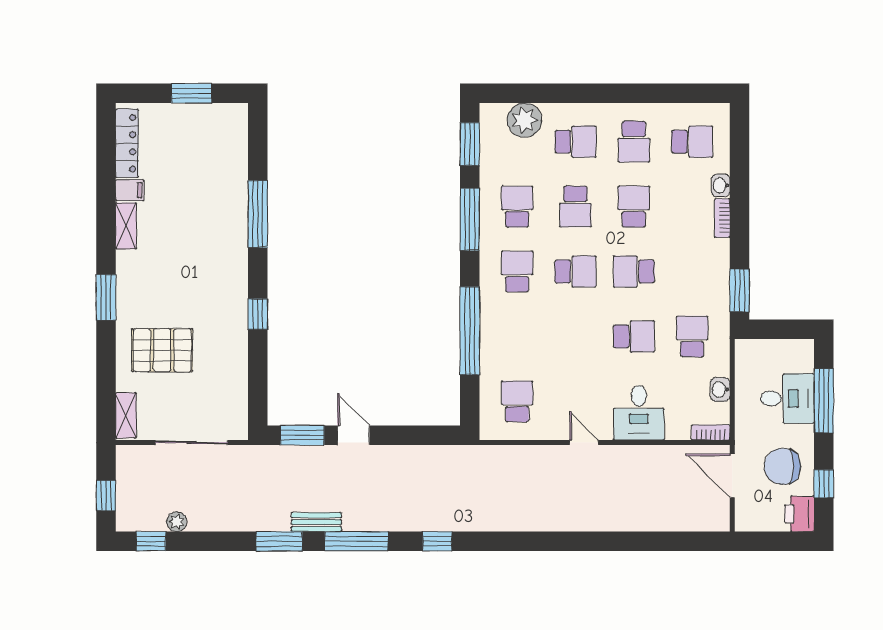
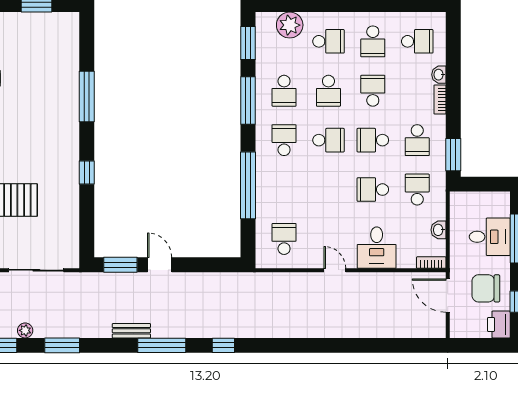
school desk: (517, 207) -> (284, 91), turned 180
school desk: (692, 272) -> (417, 140), added
school desk: (634, 336) -> (373, 190), turned 180
window: (279, 541) -> (62, 345), moved

